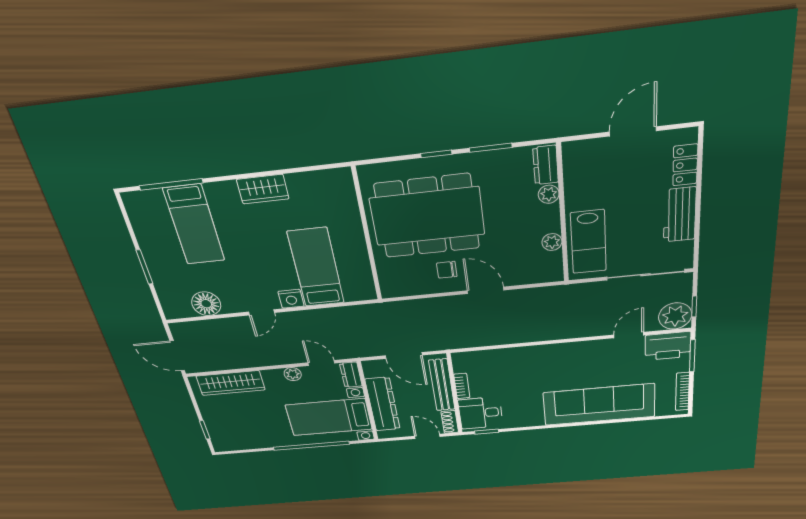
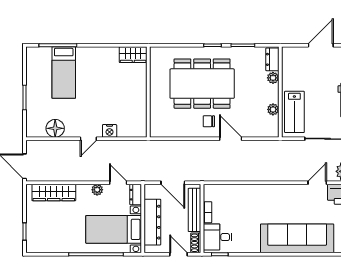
wardrobe: (263, 189) -> (133, 55), moved
wall: (367, 236) -> (148, 92), moved
bed: (316, 268) -> (130, 110), removed

